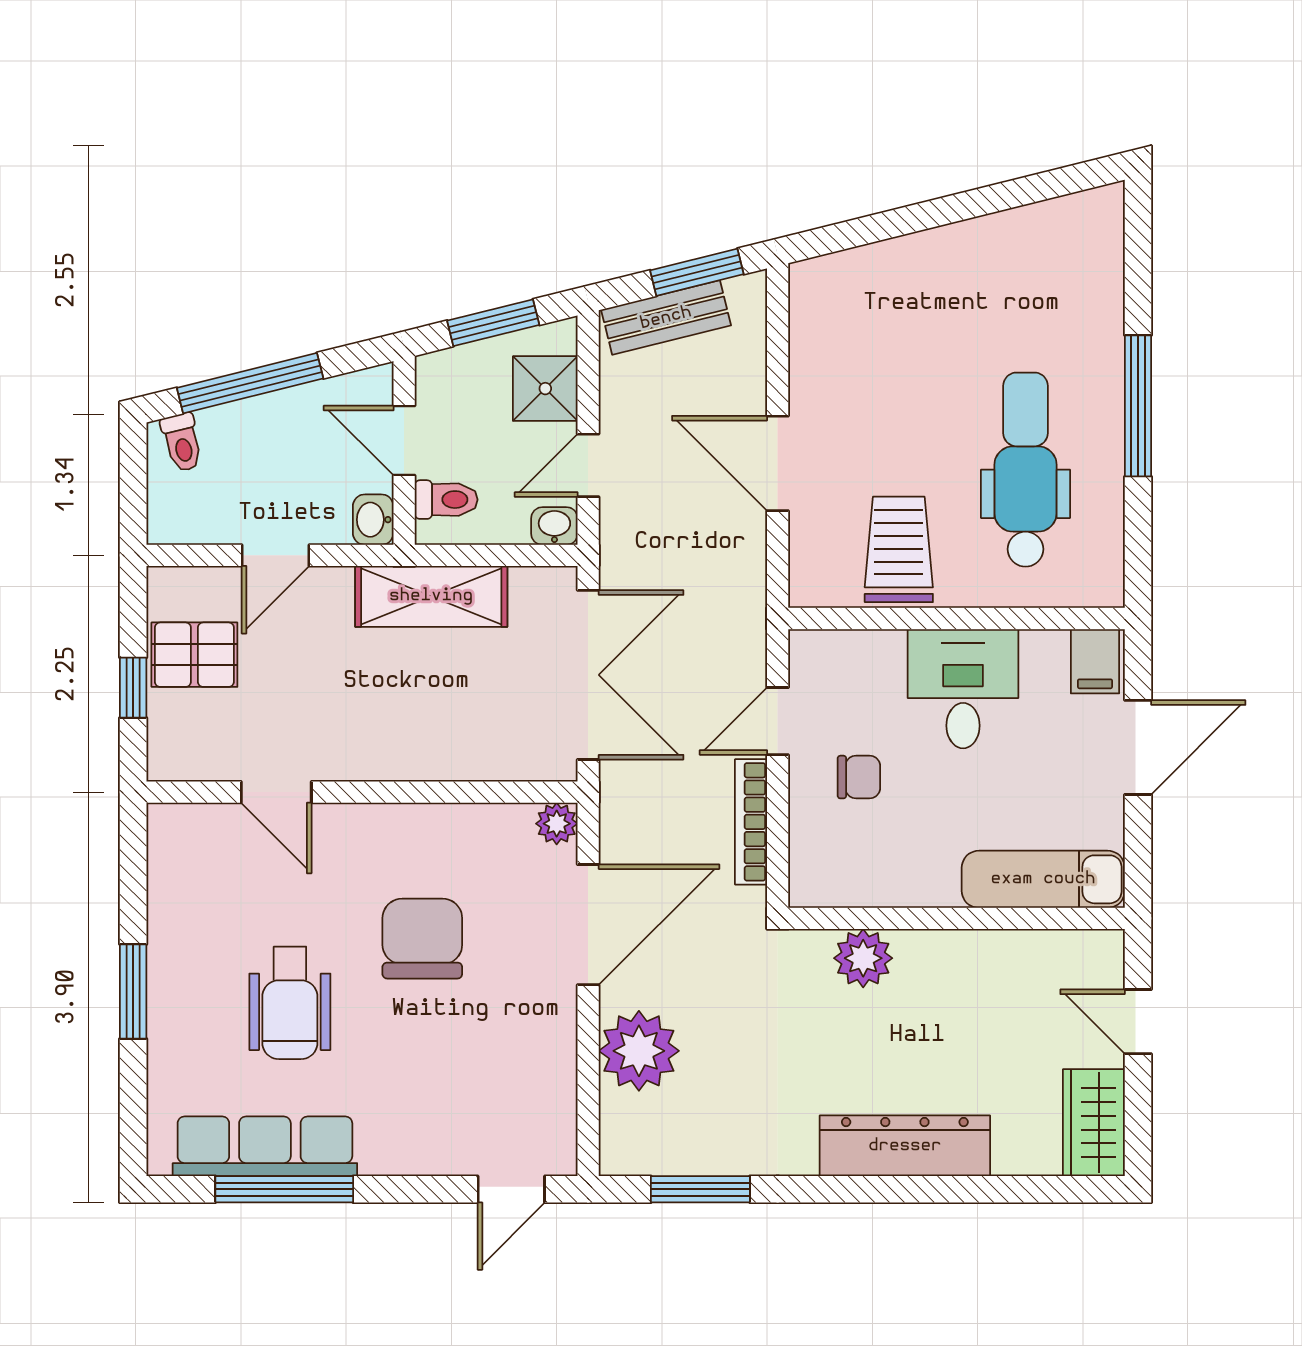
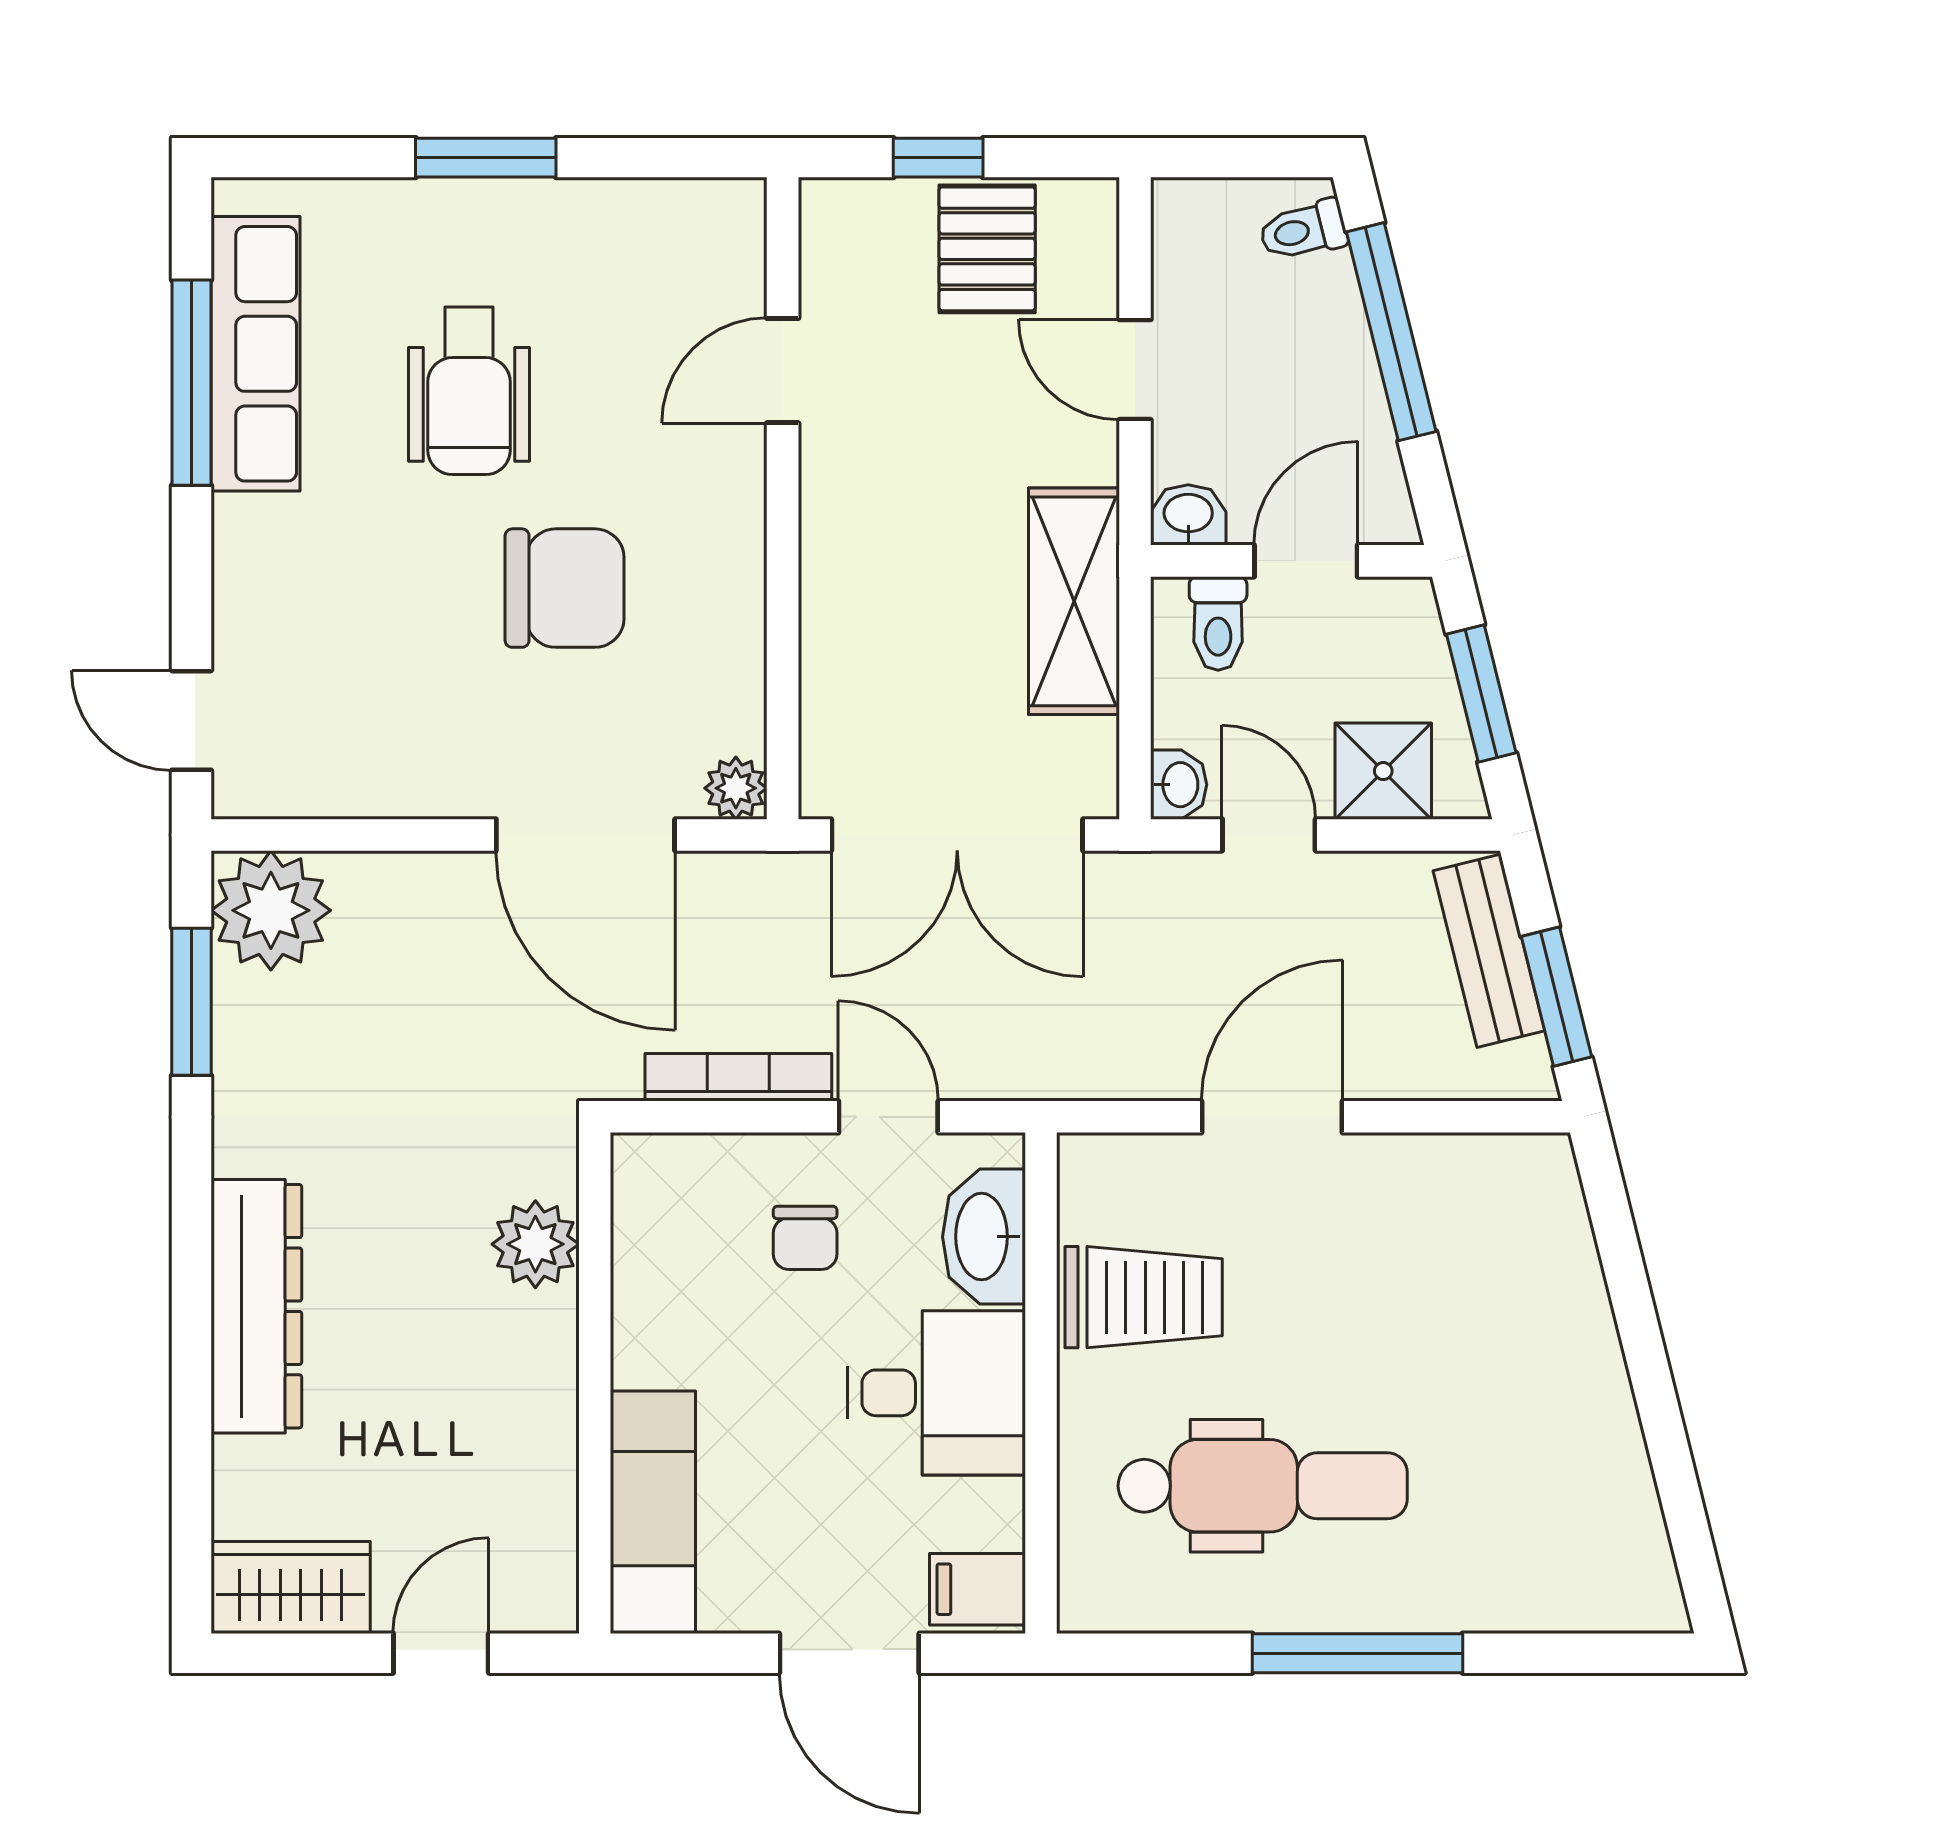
washbasin: (858, 657) -> (984, 1237), added
wheelchair: (290, 1003) -> (469, 391), turned -90
plant: (639, 1051) -> (271, 910), moved

